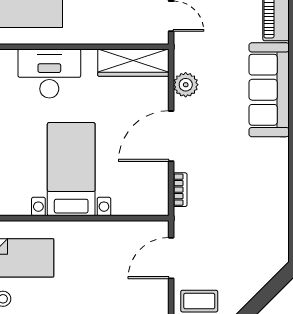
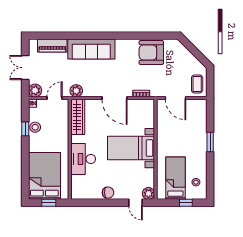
plant: (186, 85) -> (76, 91), moved
armchair: (262, 210) -> (151, 53), added

